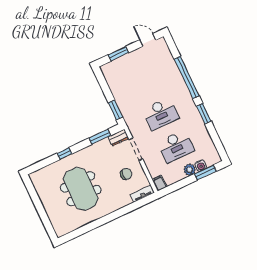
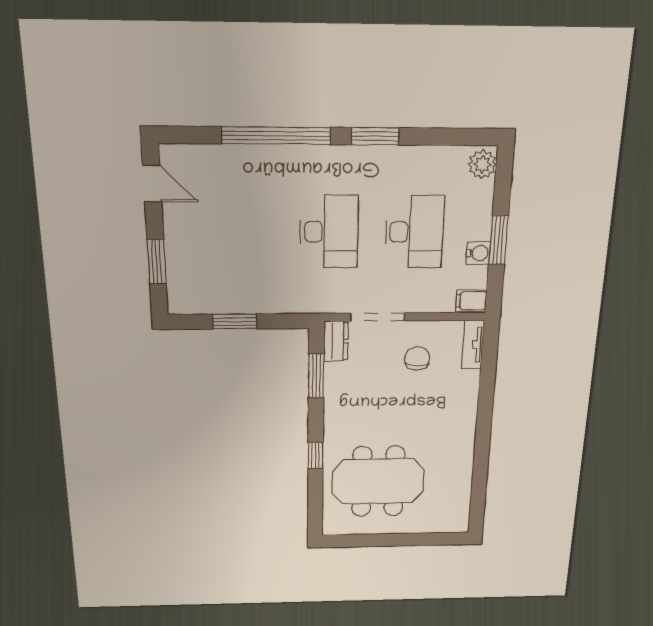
door: (148, 40) -> (152, 184), swing flipped
window: (116, 110) -> (235, 321), moved
water cooler: (201, 166) -> (478, 253), moved
plant: (190, 170) -> (482, 164), moved
window: (205, 172) -> (498, 240), moved
meeting table: (81, 189) -> (378, 481), moved

